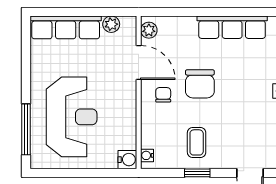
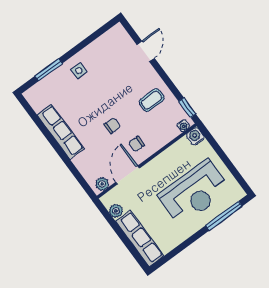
chair: (200, 84) -> (112, 126), width x0.54, depth x0.54
reception desk: (72, 117) -> (194, 192), turned 180
window: (197, 173) -> (187, 108), moved

